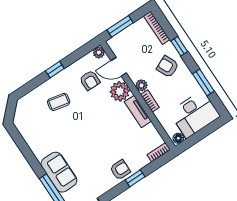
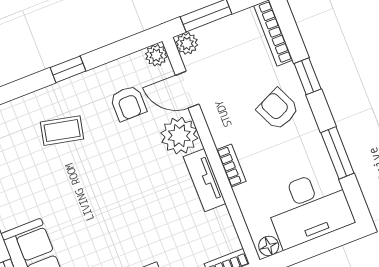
plant: (141, 85) -> (187, 43), moved

